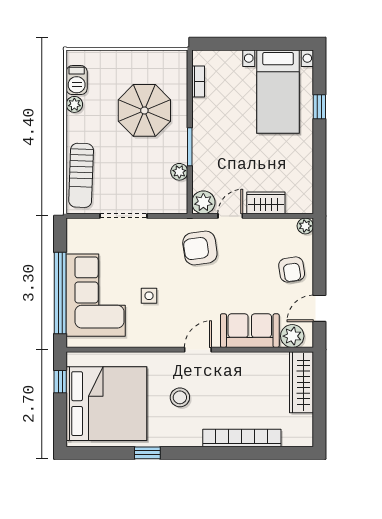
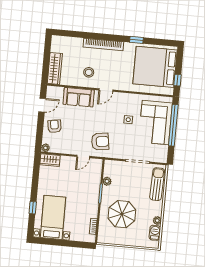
plant: (203, 202) -> (96, 165), removed
wardrobe: (266, 203) -> (50, 160), moved
plant: (292, 336) -> (57, 92), removed
stool: (180, 397) -> (89, 72), moved
bookcase: (242, 438) -> (103, 44), moved

